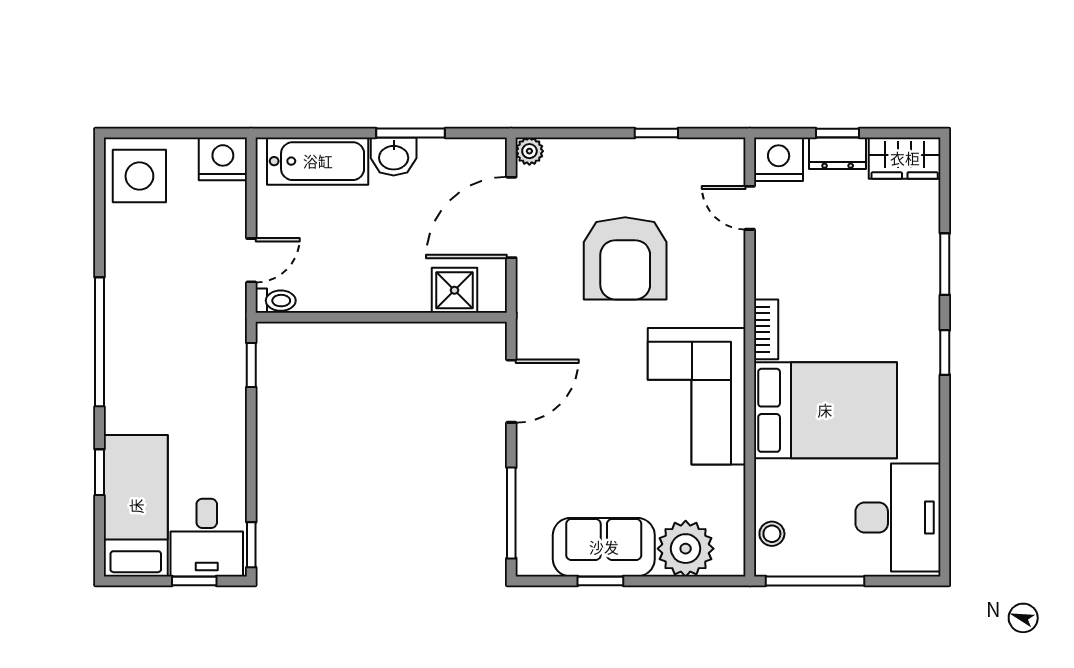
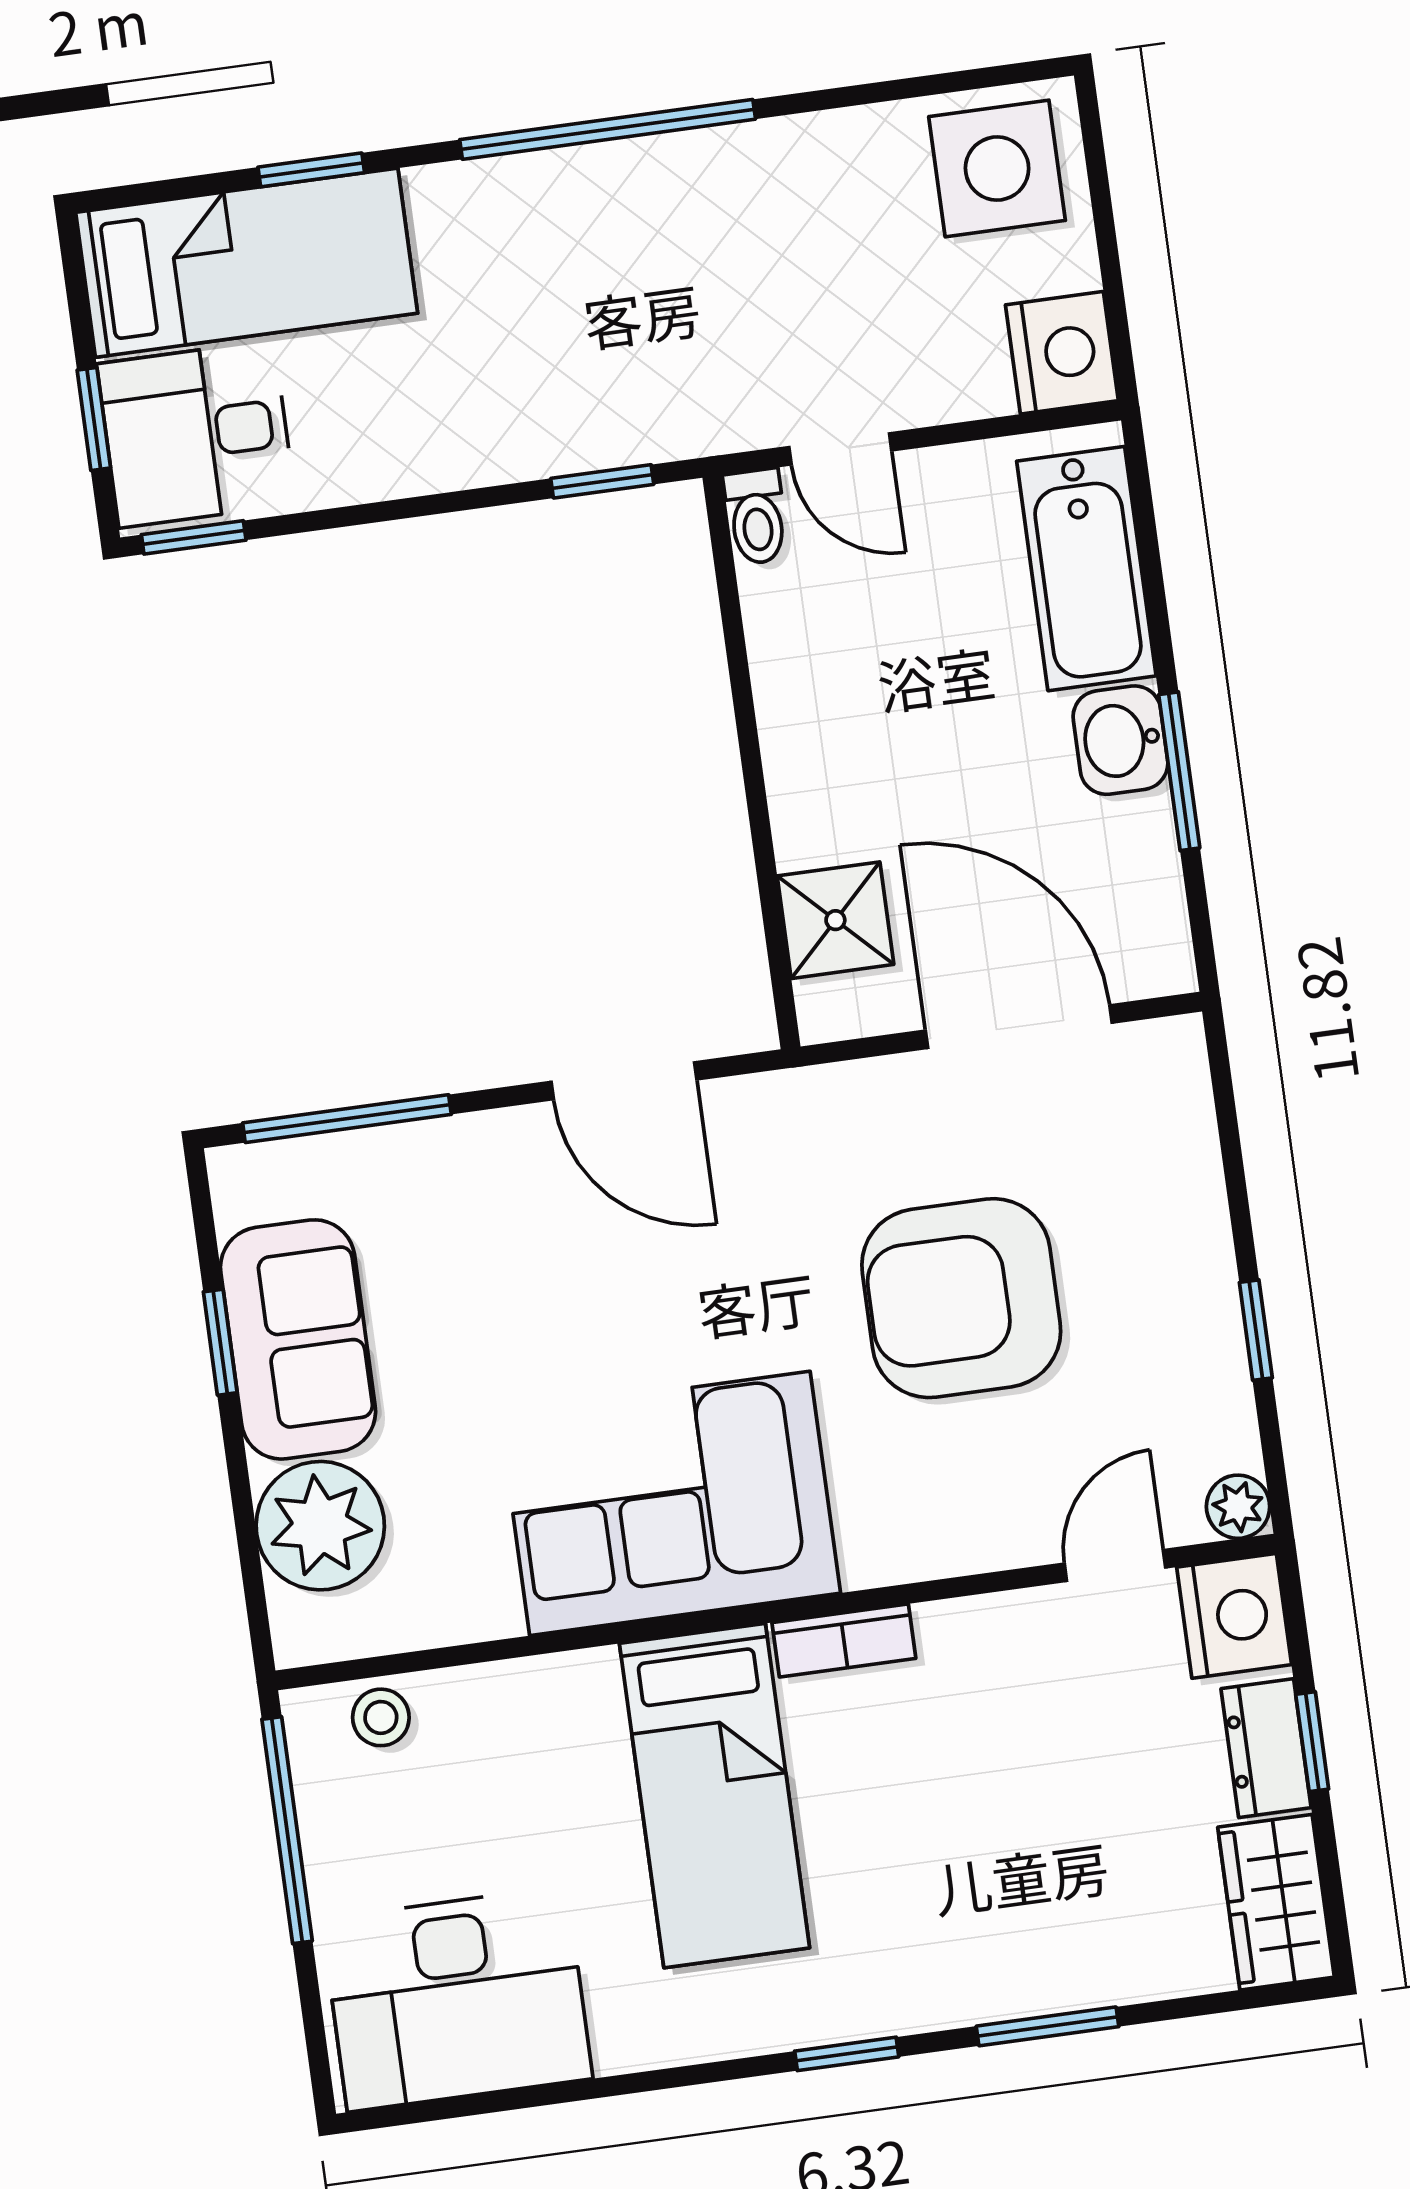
plant: (529, 151) -> (1238, 1507), moved
bed: (825, 410) -> (715, 1796), width x0.67

